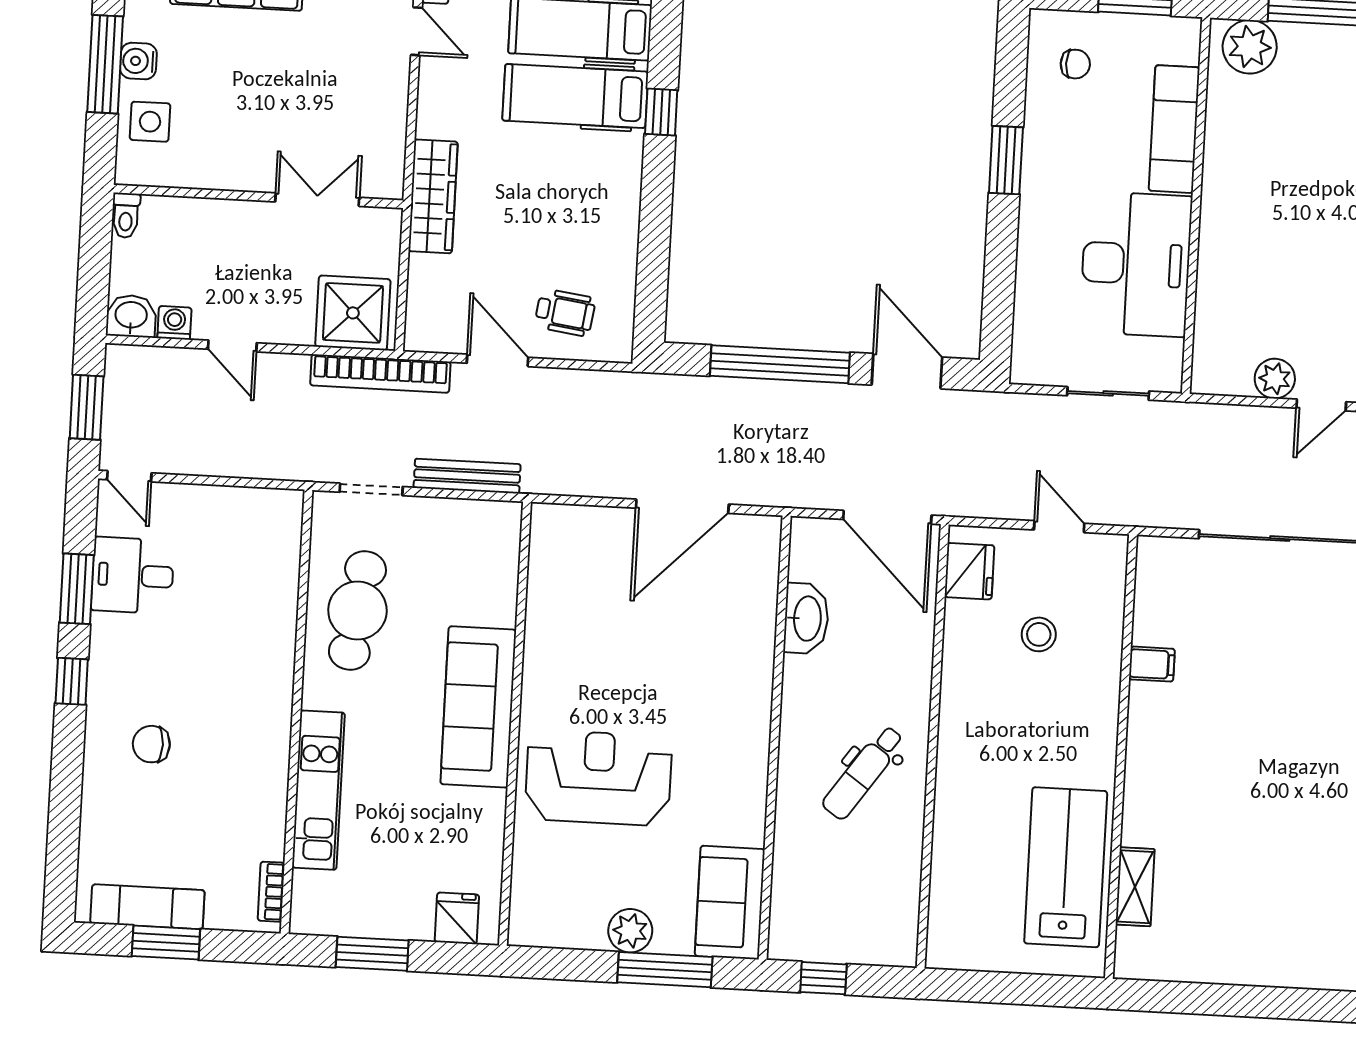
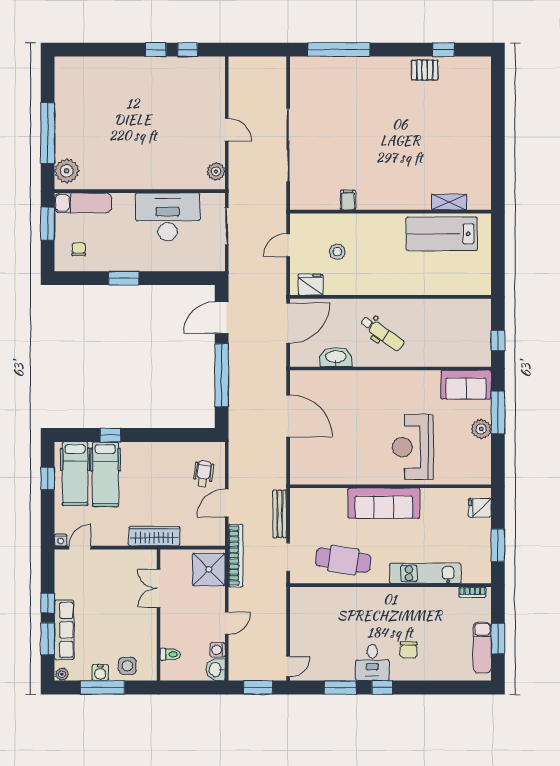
exam couch: (1174, 129) -> (83, 203), moved
toilet: (126, 215) -> (170, 654), moved
plant: (1275, 379) -> (216, 171), moved
desk: (133, 575) -> (372, 663), moved
dental chair: (863, 772) -> (382, 333), moved

